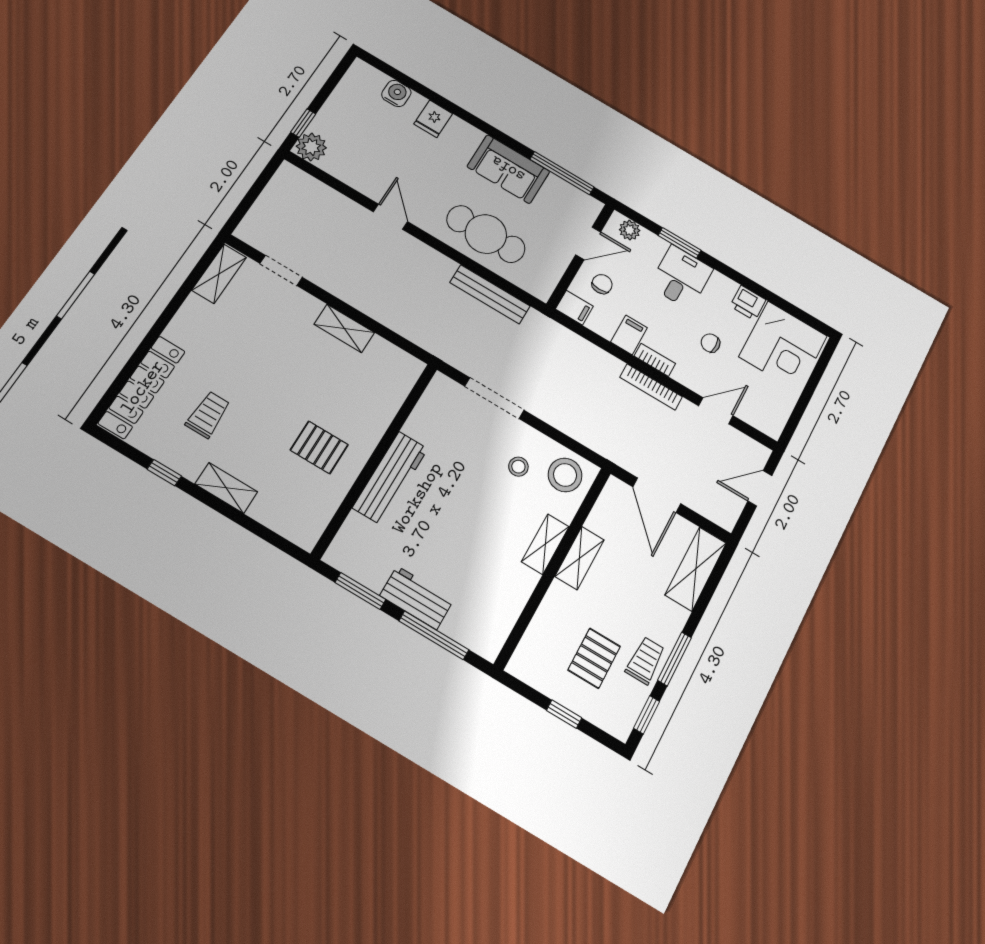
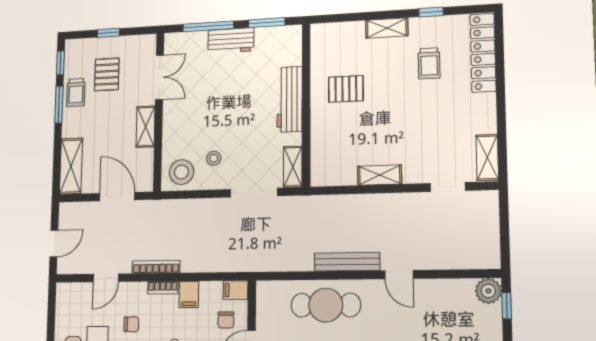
bench: (490, 294) -> (347, 262), moved
shelving: (545, 544) -> (293, 167), moved
double door: (530, 610) -> (159, 77), added

